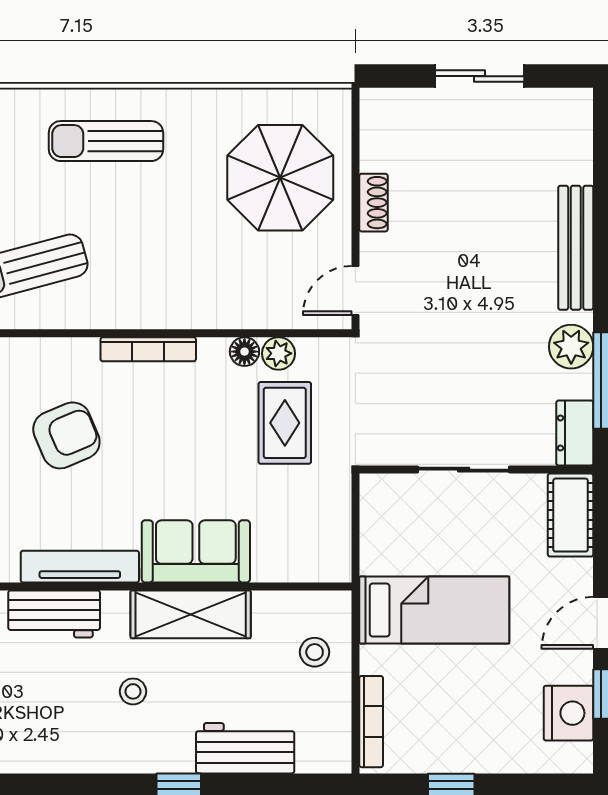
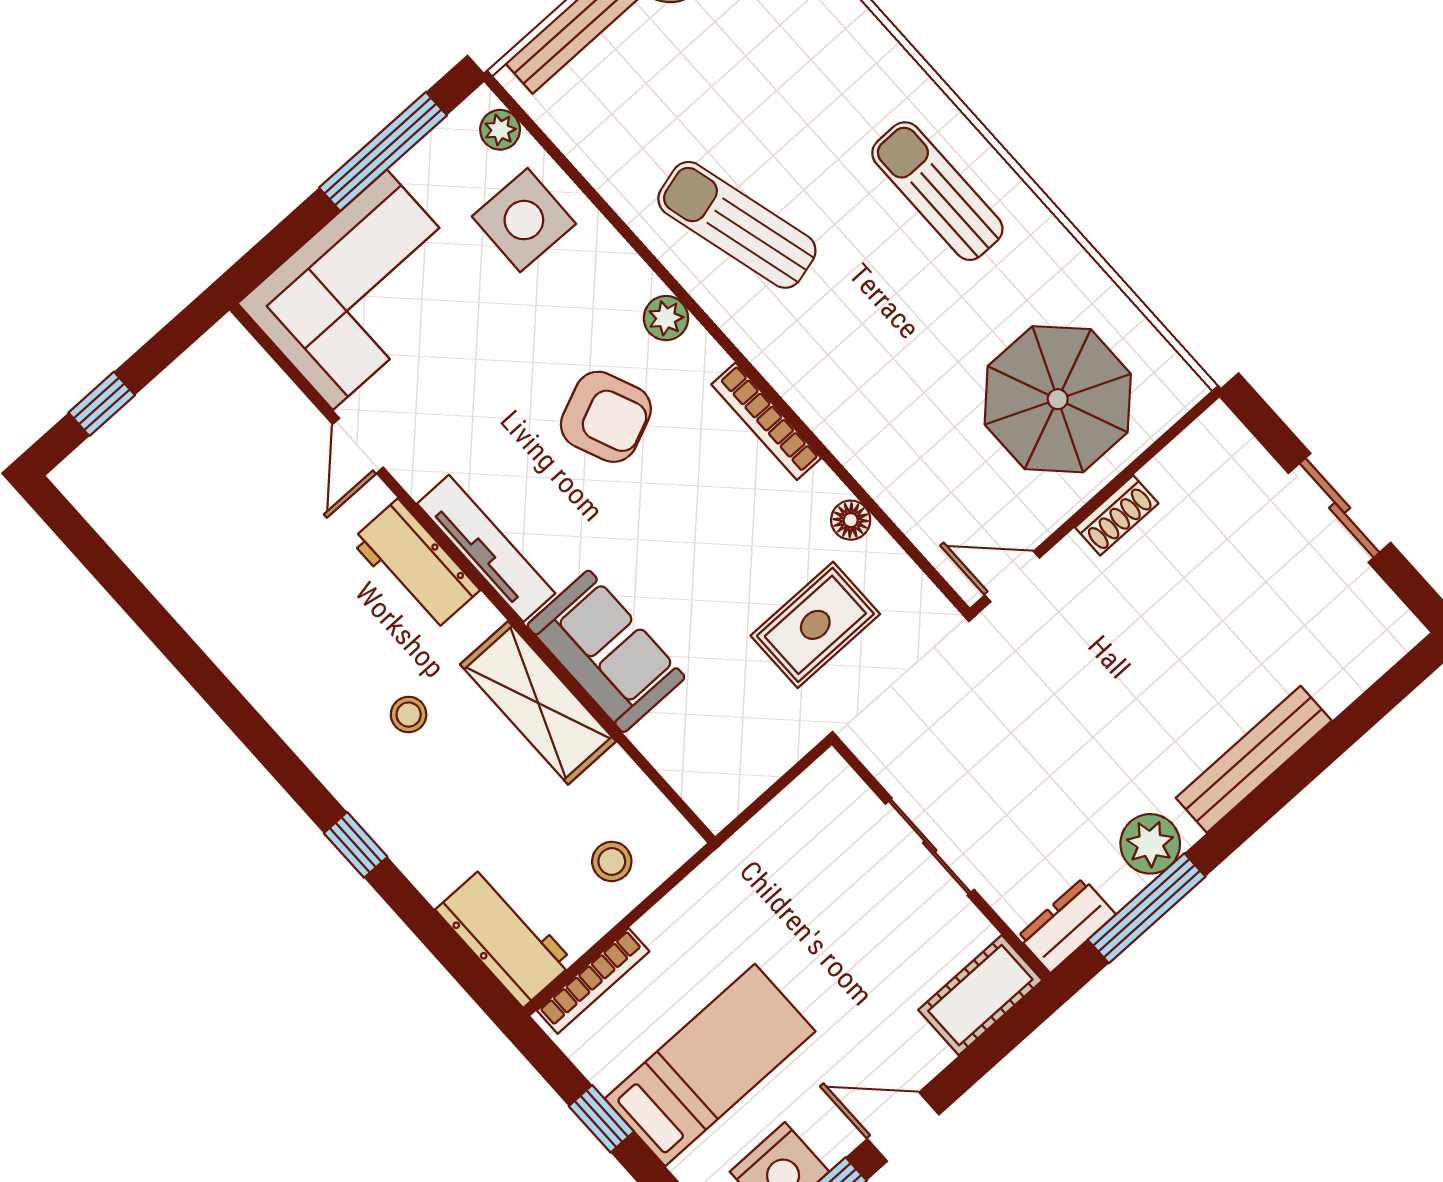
plant: (279, 353) -> (666, 318), moved
bed: (434, 610) -> (710, 1065), moved, turned -90
workbench: (245, 748) -> (505, 936), moved

